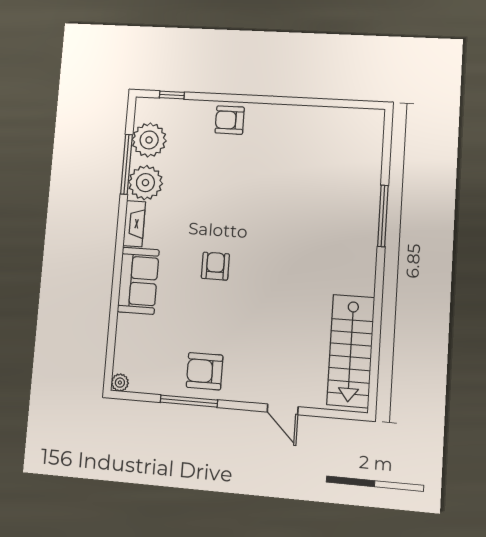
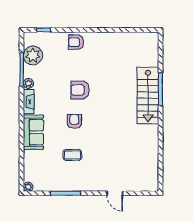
plant: (145, 183) -> (28, 83), width x0.53, depth x0.53
coffee table: (207, 329) -> (72, 155), added
stairs: (351, 351) -> (148, 95), moved
armchair: (205, 371) -> (80, 90), moved

